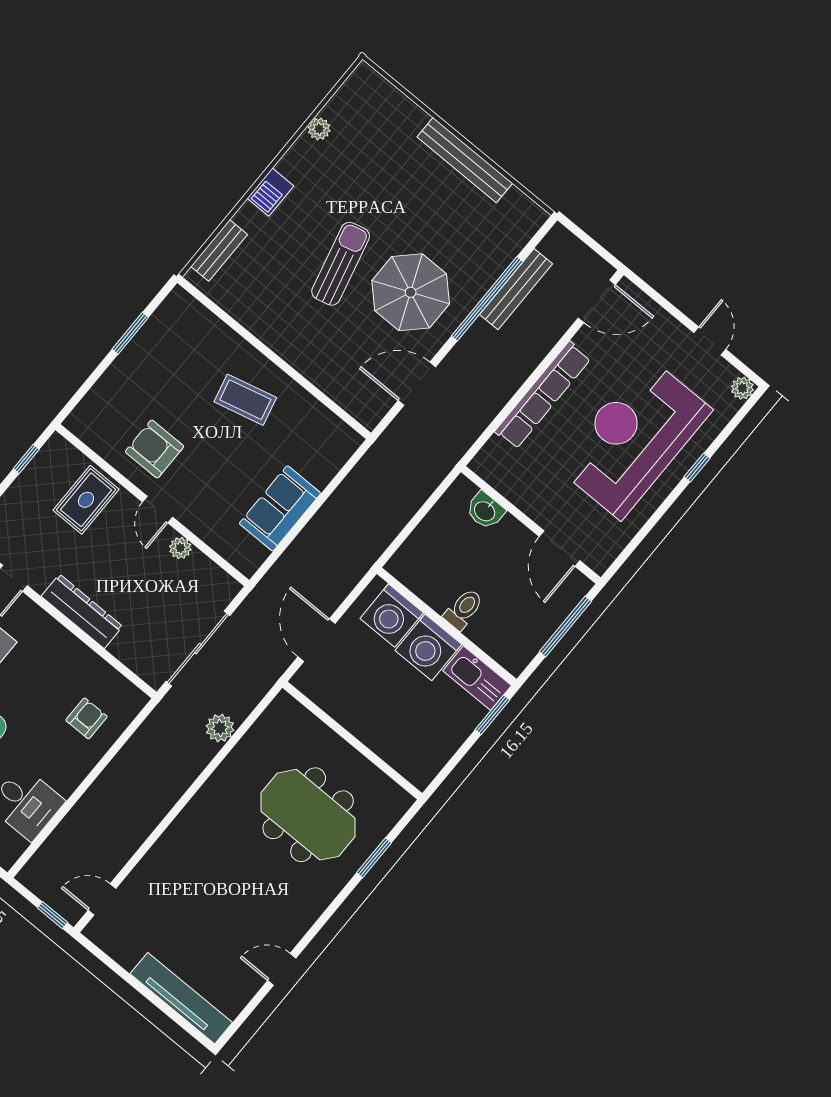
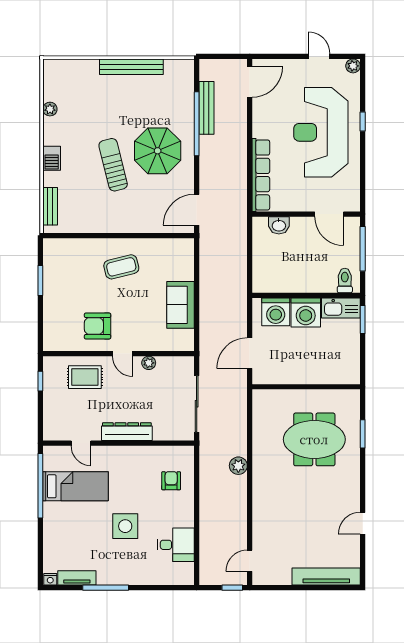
door: (417, 384) -> (197, 210), moved
row of seats: (543, 395) -> (261, 175), moved
rug: (86, 500) -> (85, 377), turned 90
toilet: (464, 609) -> (345, 281), moved
door: (316, 640) -> (250, 353), hinge flipped
plant: (220, 728) -> (238, 466), moved

